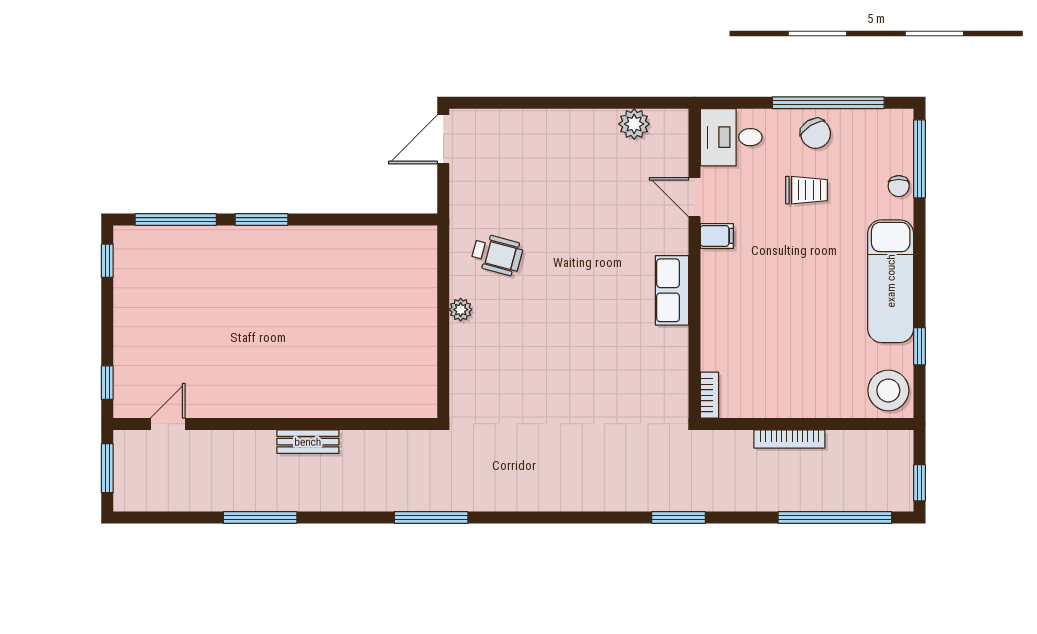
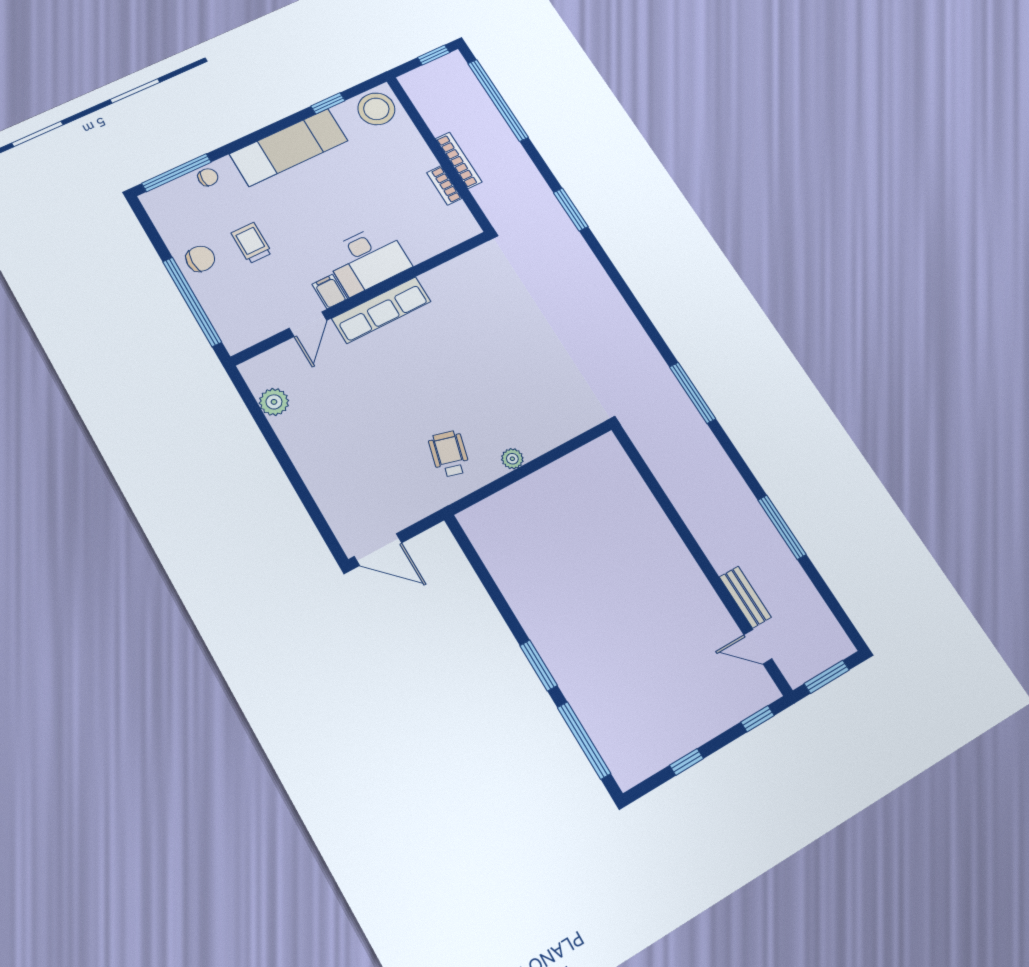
window: (828, 103) -> (192, 302), moved
chair: (816, 134) -> (200, 259), turned 32
desk: (731, 137) -> (367, 259), moved, width x1.37
window: (107, 261) -> (687, 762), moved
row of seats: (672, 290) -> (381, 310), width x1.48
bookcase: (710, 395) -> (444, 186), moved, turned -90
bench: (308, 442) -> (745, 597), moved

